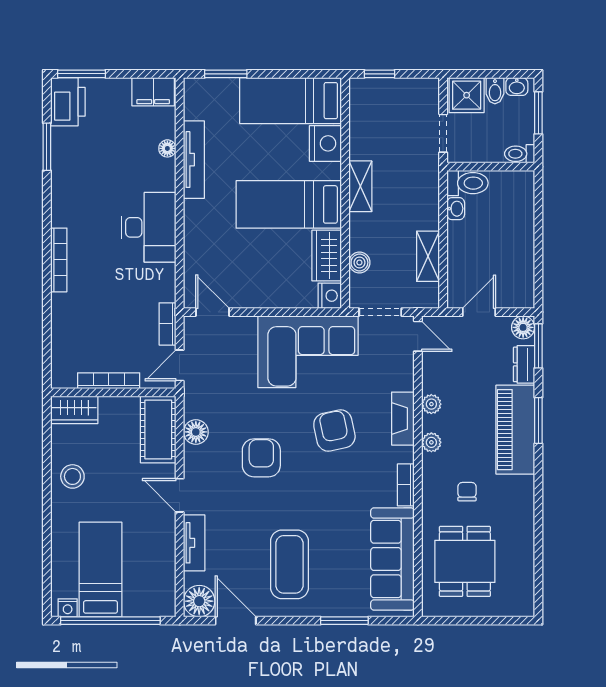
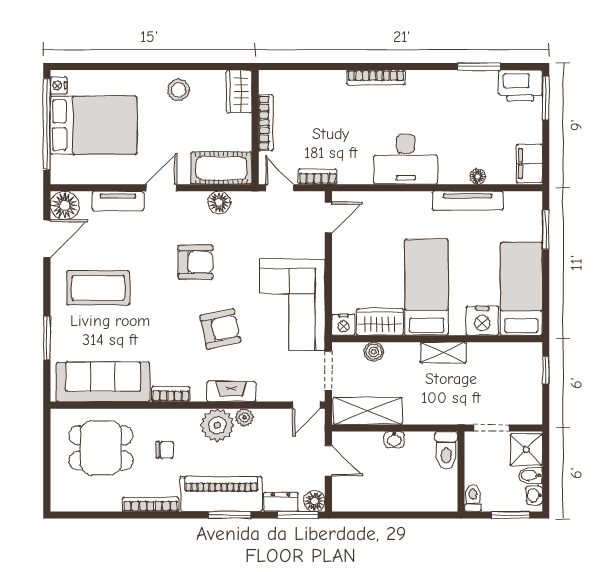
washbasin: (456, 209) -> (394, 440), moved
shelving: (428, 256) -> (368, 411), width x1.50, depth x1.33
plant: (431, 442) -> (217, 425), width x1.88, depth x1.88
bookcase: (527, 507) -> (151, 504), added
bed: (100, 569) -> (94, 125), width x1.50

